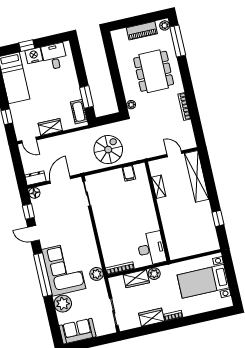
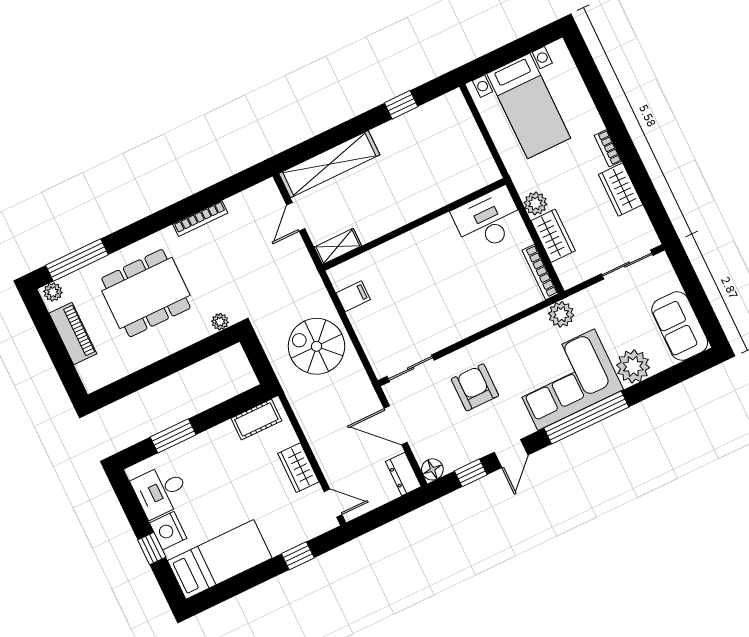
window: (86, 97) -> (173, 436), moved
door: (29, 140) -> (333, 503), hinge flipped
shelving: (159, 187) -> (338, 246), moved
armchair: (70, 223) -> (475, 387), added

